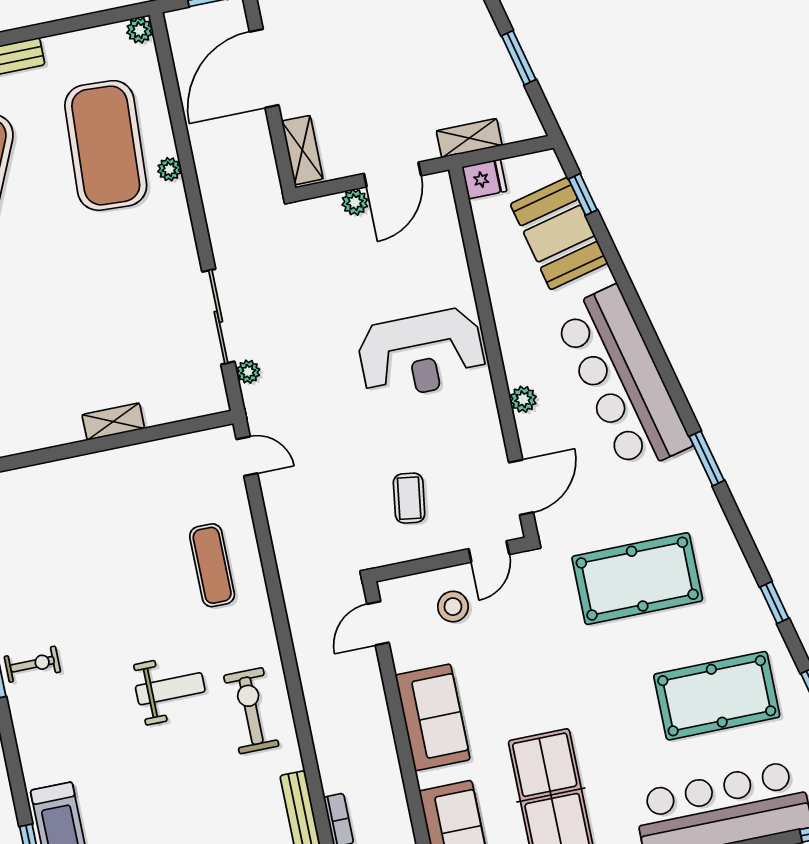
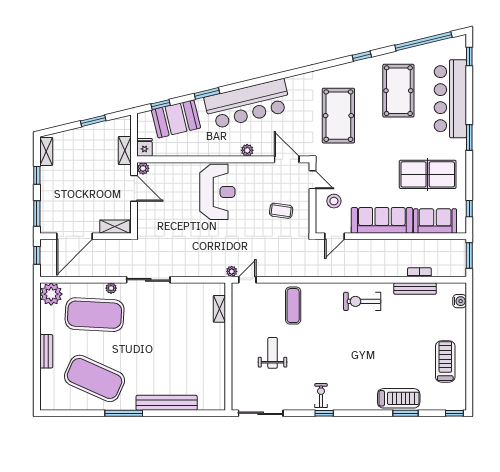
plant: (140, 30) -> (51, 294), width x1.88, depth x1.88
door: (264, 68) -> (74, 236), hinge flipped
plant: (355, 202) -> (143, 168), moved
sliding door: (218, 317) -> (148, 280), moved
plant: (248, 372) -> (232, 271), moved
shelving: (113, 422) -> (219, 309), moved
window: (707, 458) -> (207, 93), moved
exercise mat: (212, 565) -> (293, 306), turned 90
door: (378, 623) -> (335, 236), hinge flipped
weight bench: (170, 689) -> (273, 353), moved
sofa: (433, 717) -> (382, 220), width x1.36

